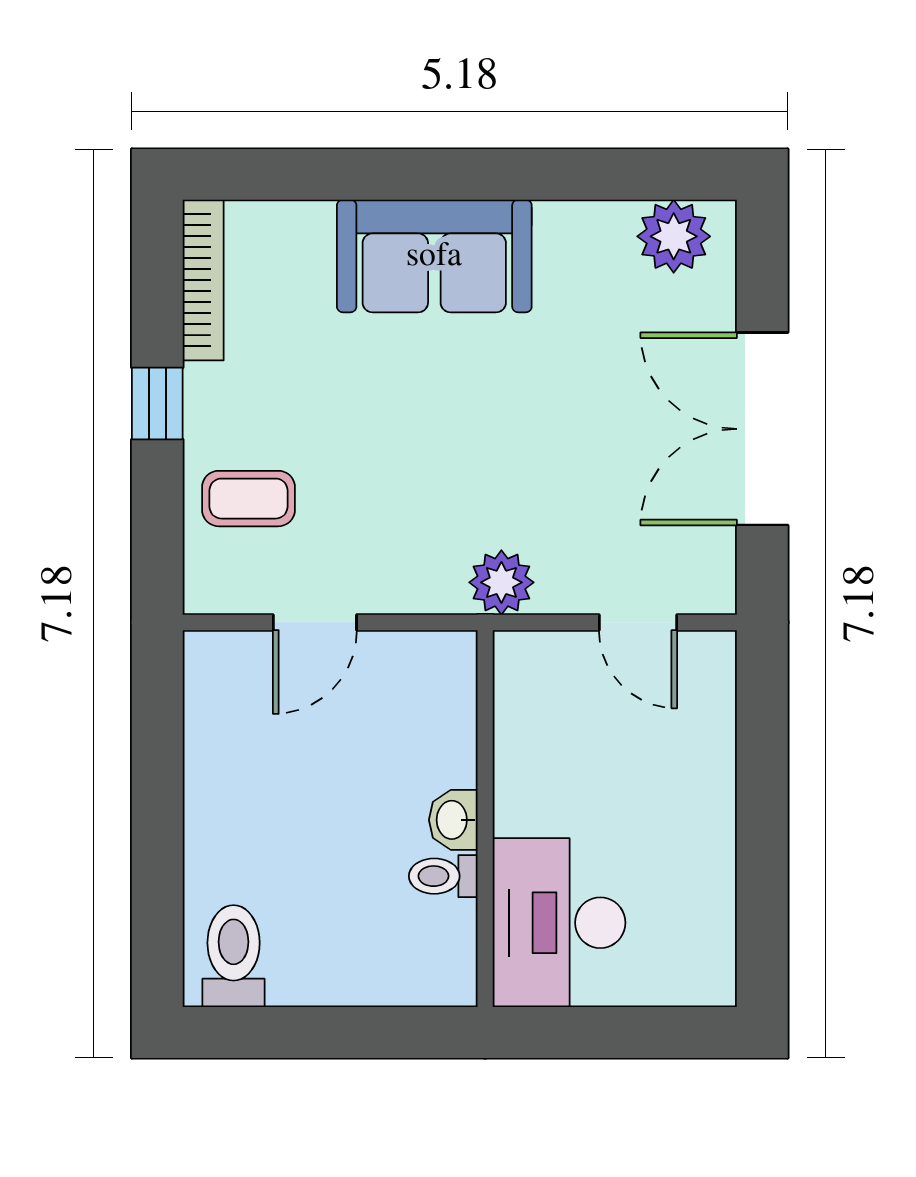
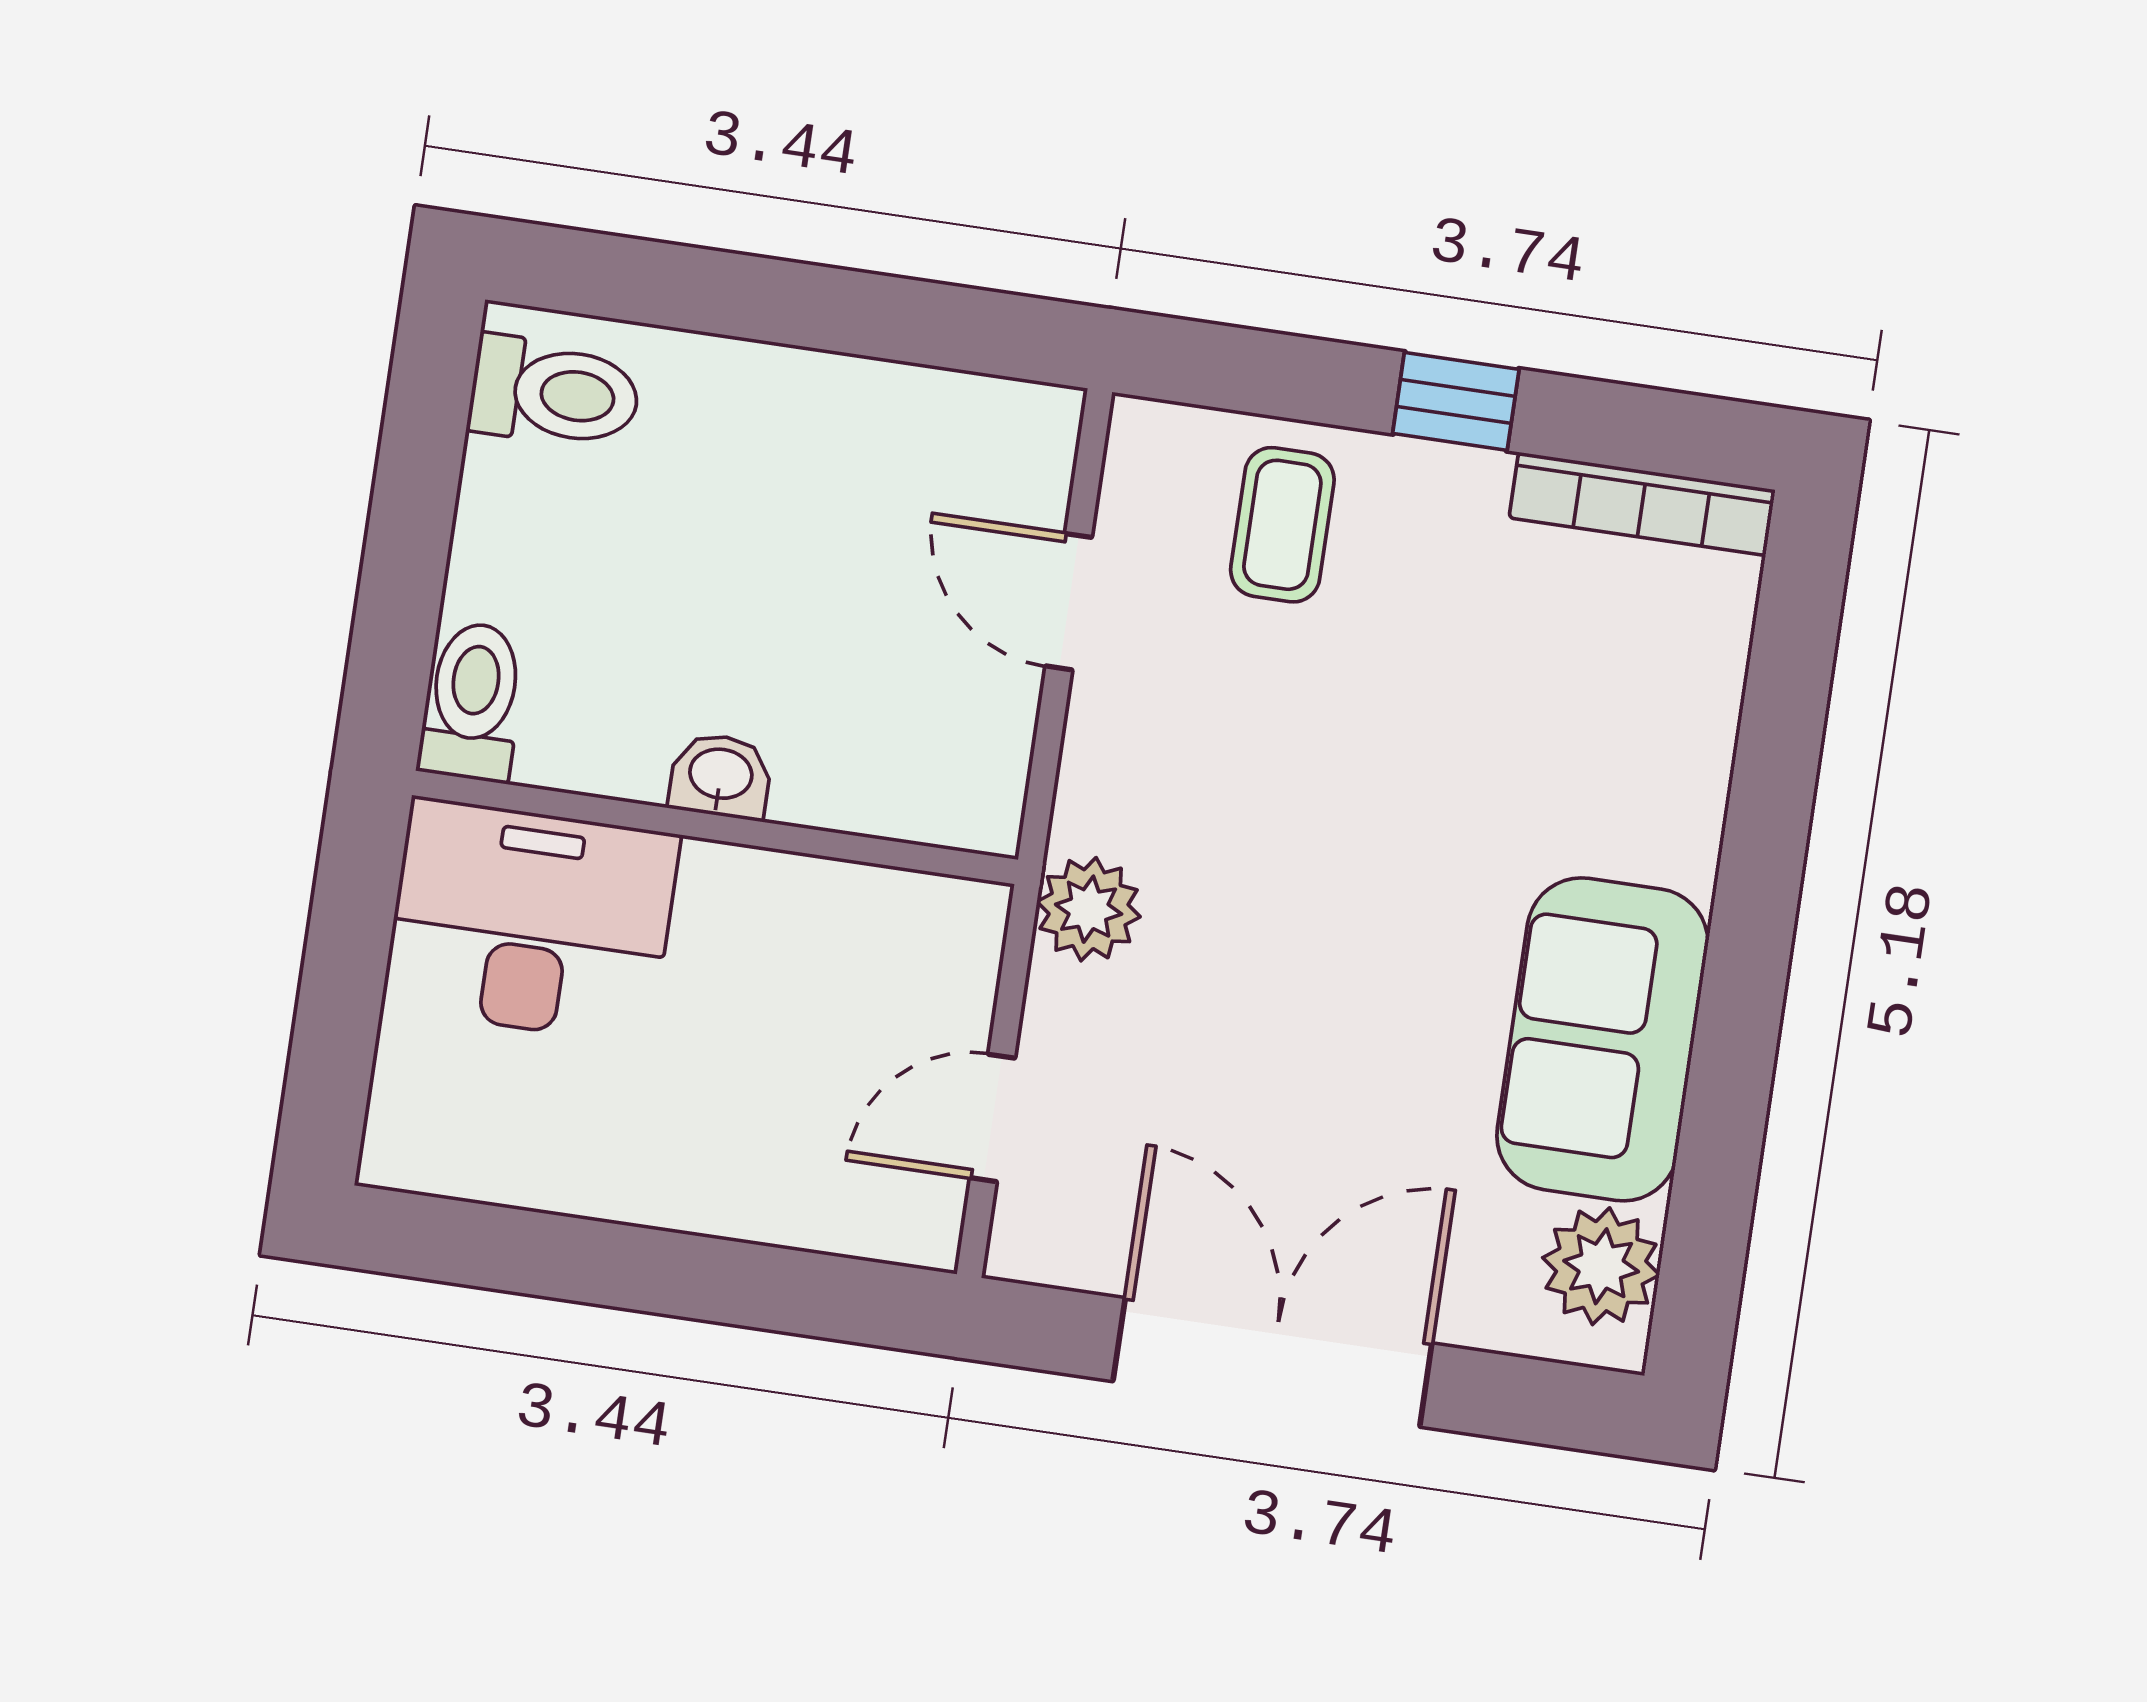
sofa: (434, 256) -> (1602, 1039), moved
toilet: (443, 876) -> (473, 701), moved, width x1.37, depth x1.39

